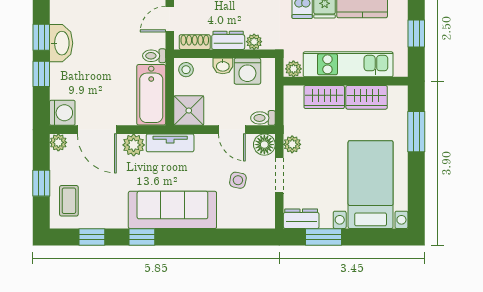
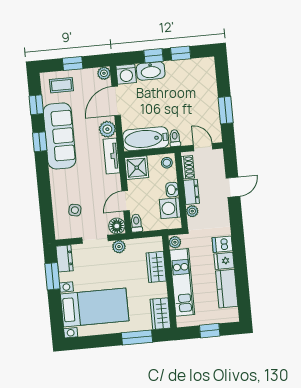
washbasin: (61, 43) -> (151, 71), moved
wardrobe: (367, 97) -> (160, 314), moved
side table: (238, 180) -> (75, 210), moved
sofa: (172, 210) -> (59, 136), moved

